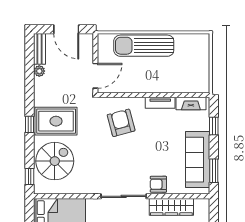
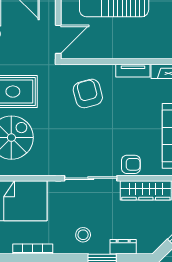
armchair: (158, 184) -> (131, 164), turned 180

